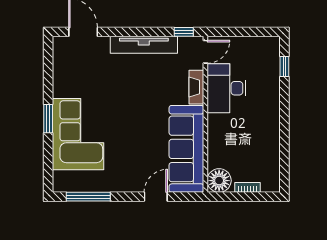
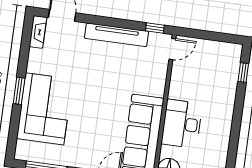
fireplace: (196, 87) -> (38, 32), moved, turned 180
desk: (226, 88) -> (182, 124), moved

